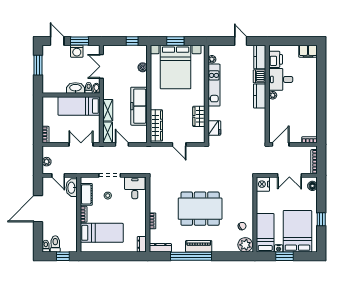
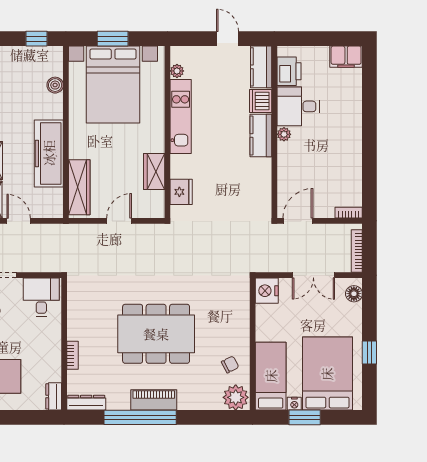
door: (179, 144) -> (119, 221), swing flipped

